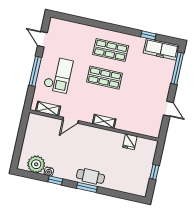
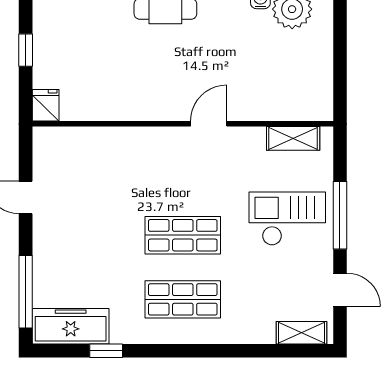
checkout: (58, 75) -> (287, 219), turned 90
door: (71, 120) -> (209, 124), moved
shelving: (104, 121) -> (301, 333), moved
fridge: (130, 142) -> (46, 105), moved

